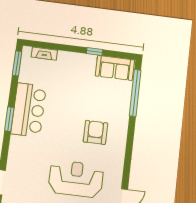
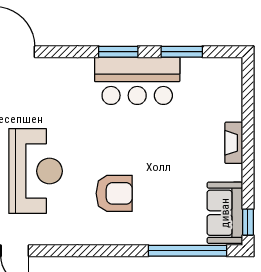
window: (95, 52) -> (248, 222), moved
fireplace: (44, 54) -> (234, 143), moved
window: (17, 63) -> (182, 52), moved

